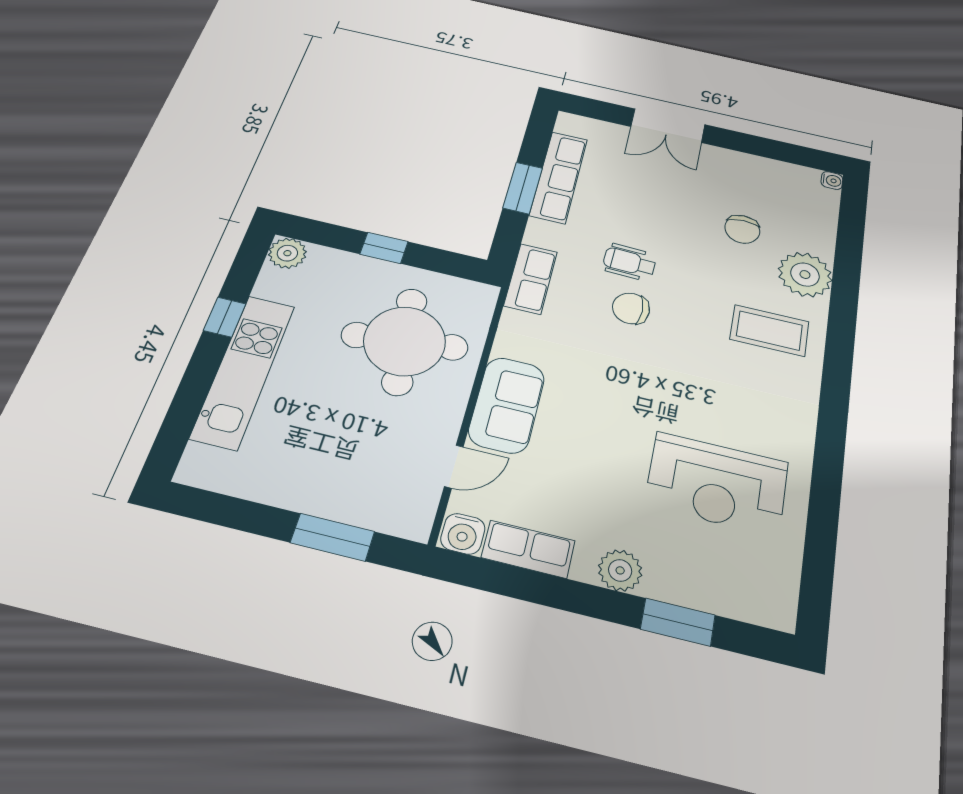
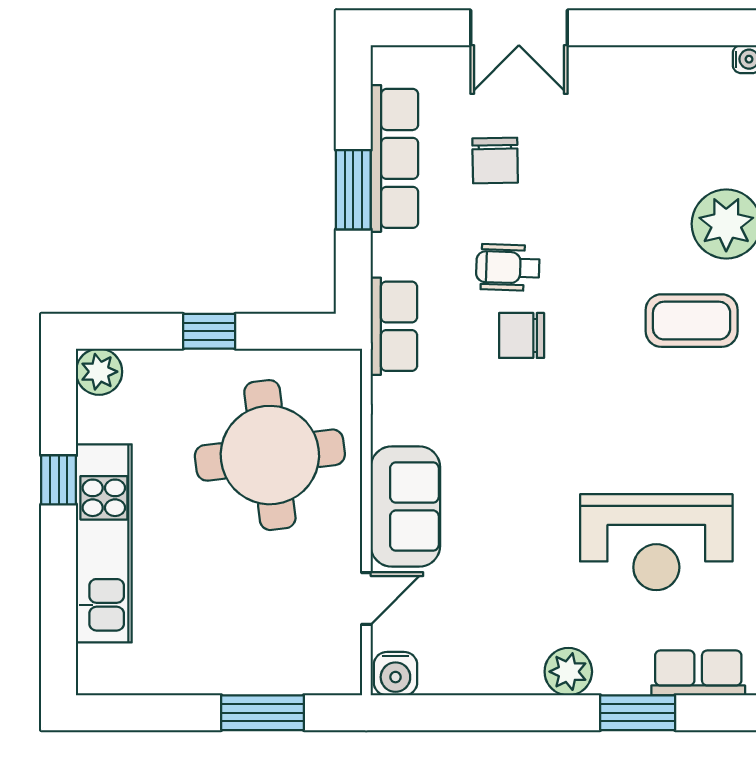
chair: (742, 229) -> (495, 161), moved
row of seats: (528, 549) -> (698, 673), moved

